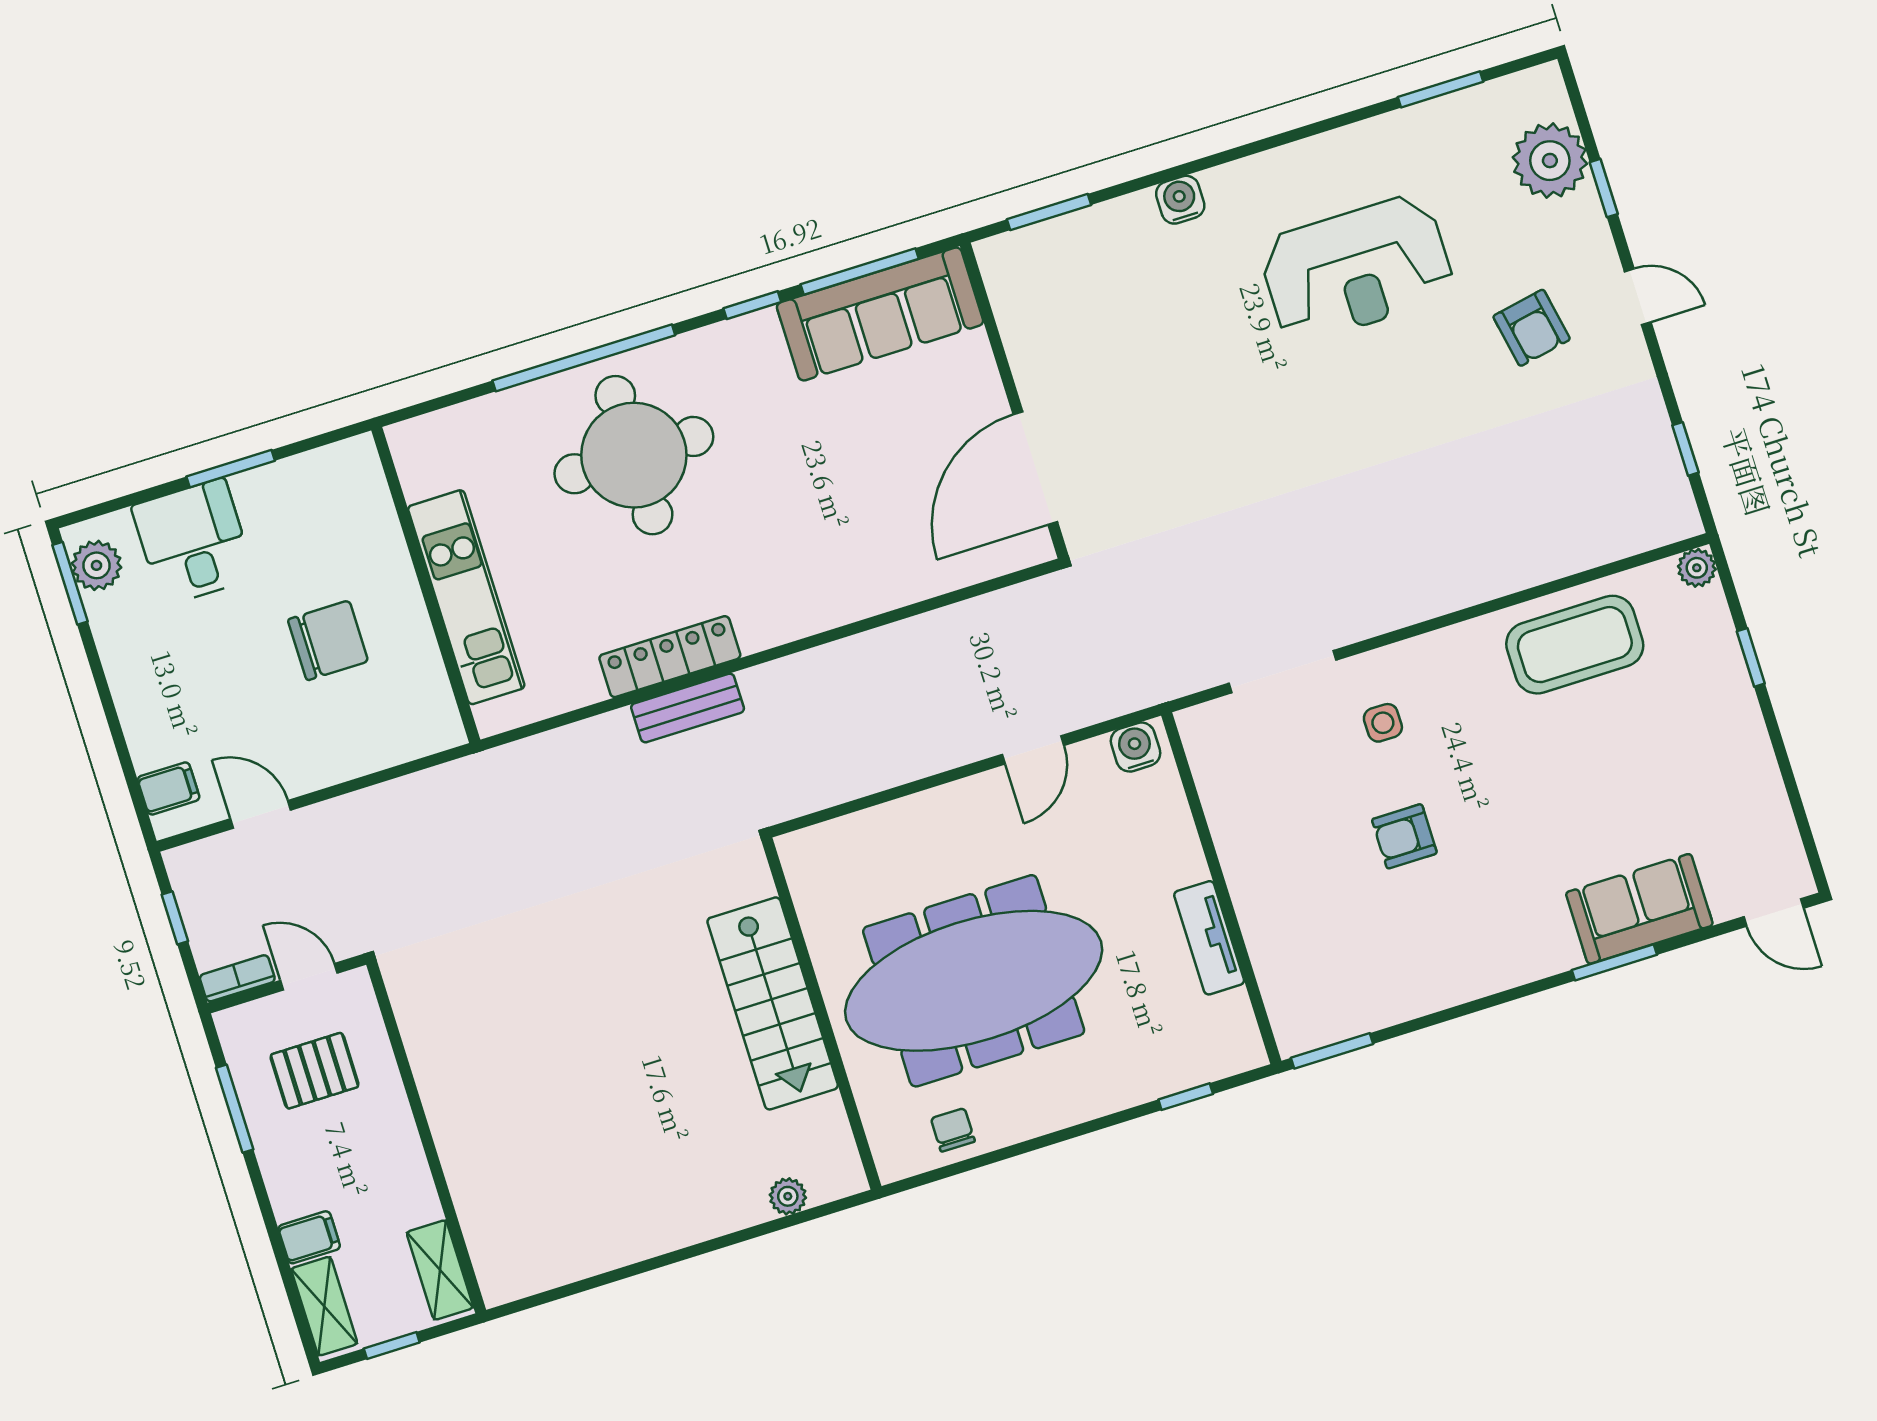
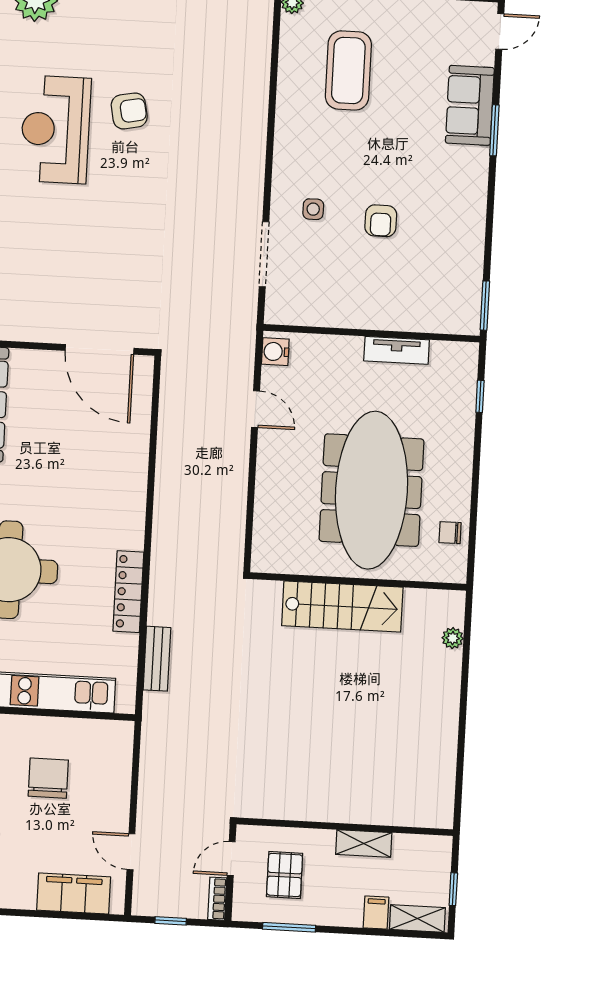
reception desk: (1357, 269) -> (55, 129), turned 180
armchair: (1532, 328) -> (129, 111), moved
coffee table: (1575, 645) -> (348, 70), moved
bench: (688, 708) -> (157, 659), moved
filing cabinet: (169, 788) -> (74, 893), width x3.00, depth x1.17
door: (261, 814) -> (131, 852), hinge flipped
shelving: (440, 1270) -> (364, 844), moved

